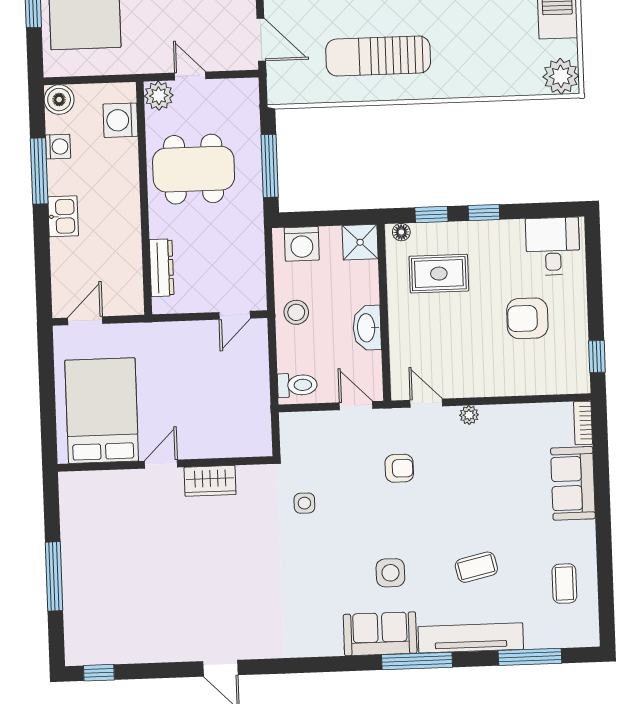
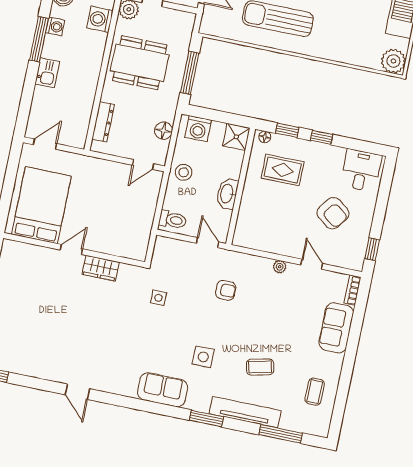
floor lamp: (252, 259) -> (163, 131), added
armchair: (527, 318) -> (333, 213), turned -144
door: (426, 403) -> (312, 264), moved
sofa: (380, 634) -> (163, 390), moved
window: (417, 661) -> (206, 418), width x0.69

